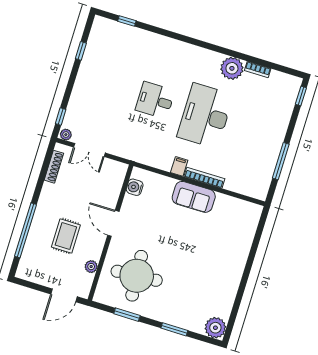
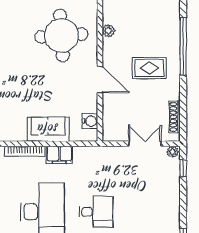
filing cabinet: (179, 166) -> (59, 155), width x2.00
sofa: (194, 197) -> (48, 129), moved
rug: (66, 236) -> (149, 68), moved, turned 90

